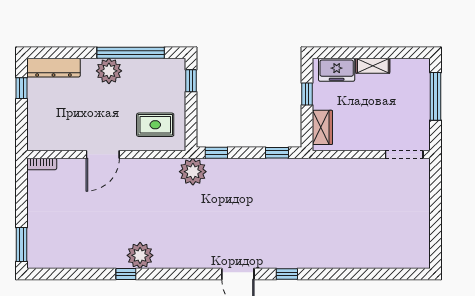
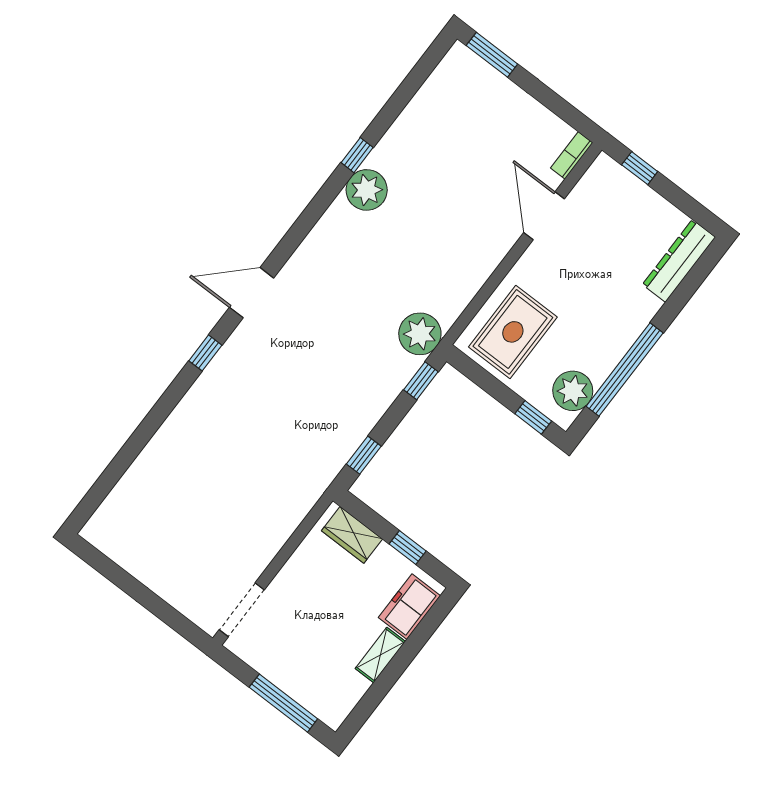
plant: (109, 71) -> (573, 391), moved
window: (21, 88) -> (640, 168), moved
rug: (155, 125) -> (513, 332), width x1.36, depth x1.43
door: (103, 154) -> (544, 216), moved

